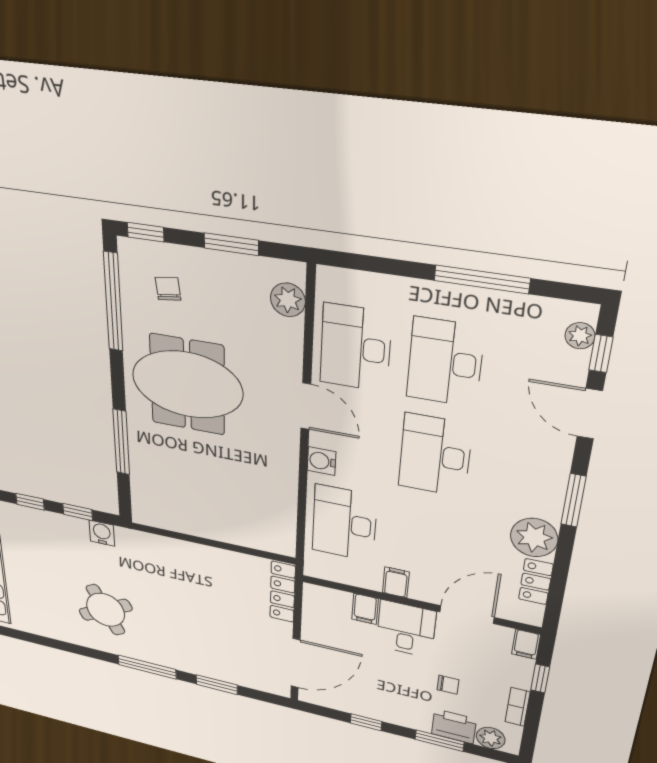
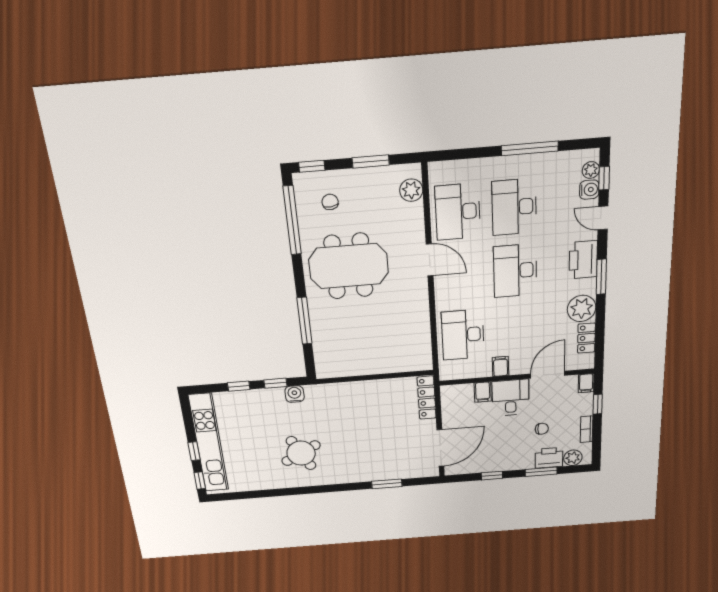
door: (590, 414) -> (603, 218), width x0.73
water cooler: (322, 461) -> (589, 190), moved, turned 180
printer: (547, 468) -> (583, 260), added
window: (147, 667) -> (335, 488), removed

